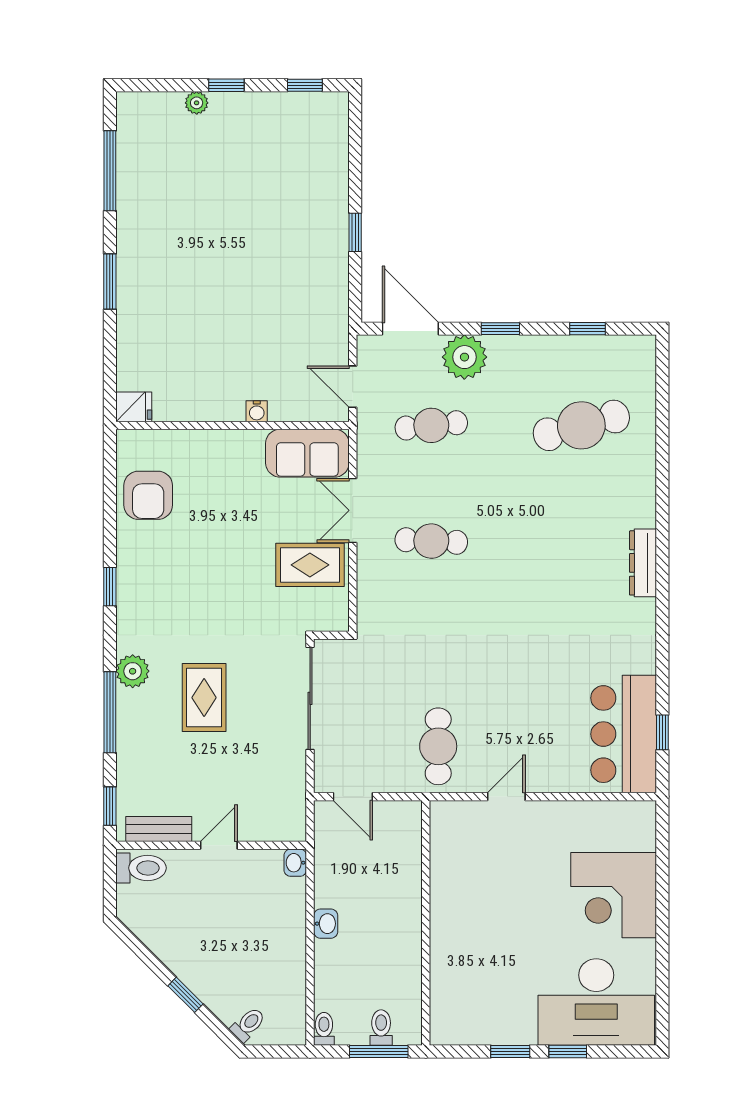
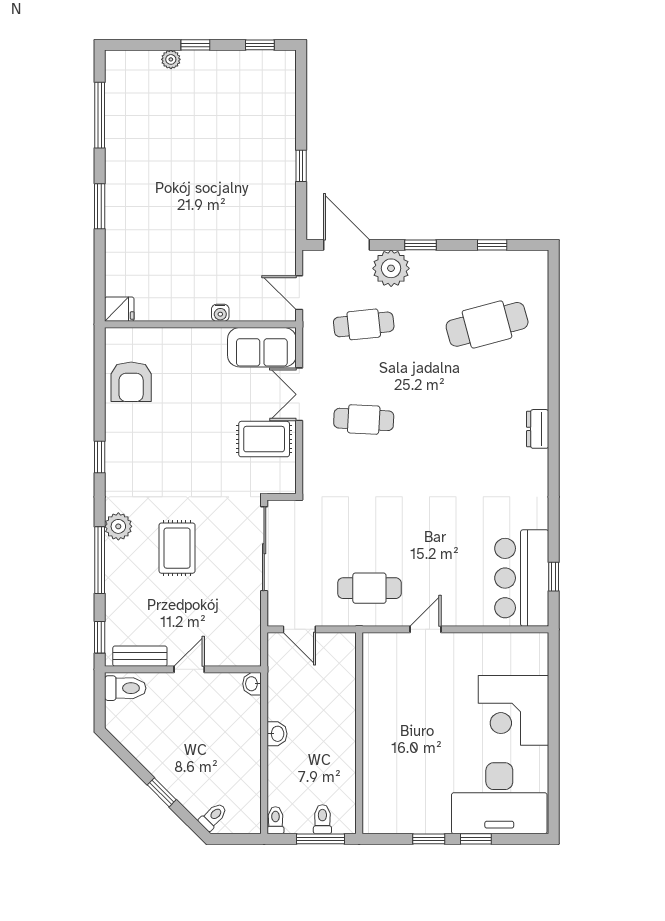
dresser: (643, 563) -> (538, 429), width x0.70
cafe table: (438, 746) -> (369, 588), turned 90

